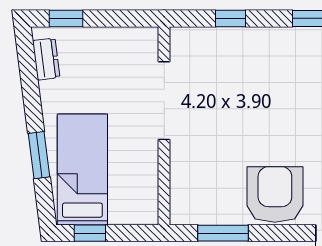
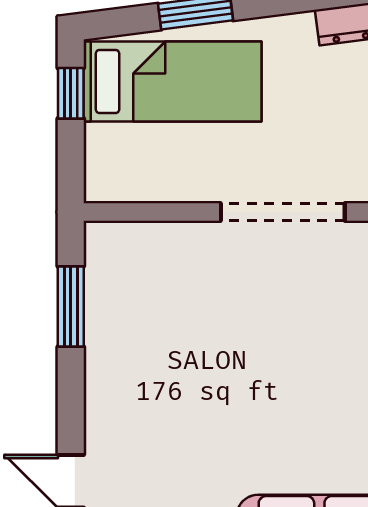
armchair: (275, 195) -> (132, 390), removed

